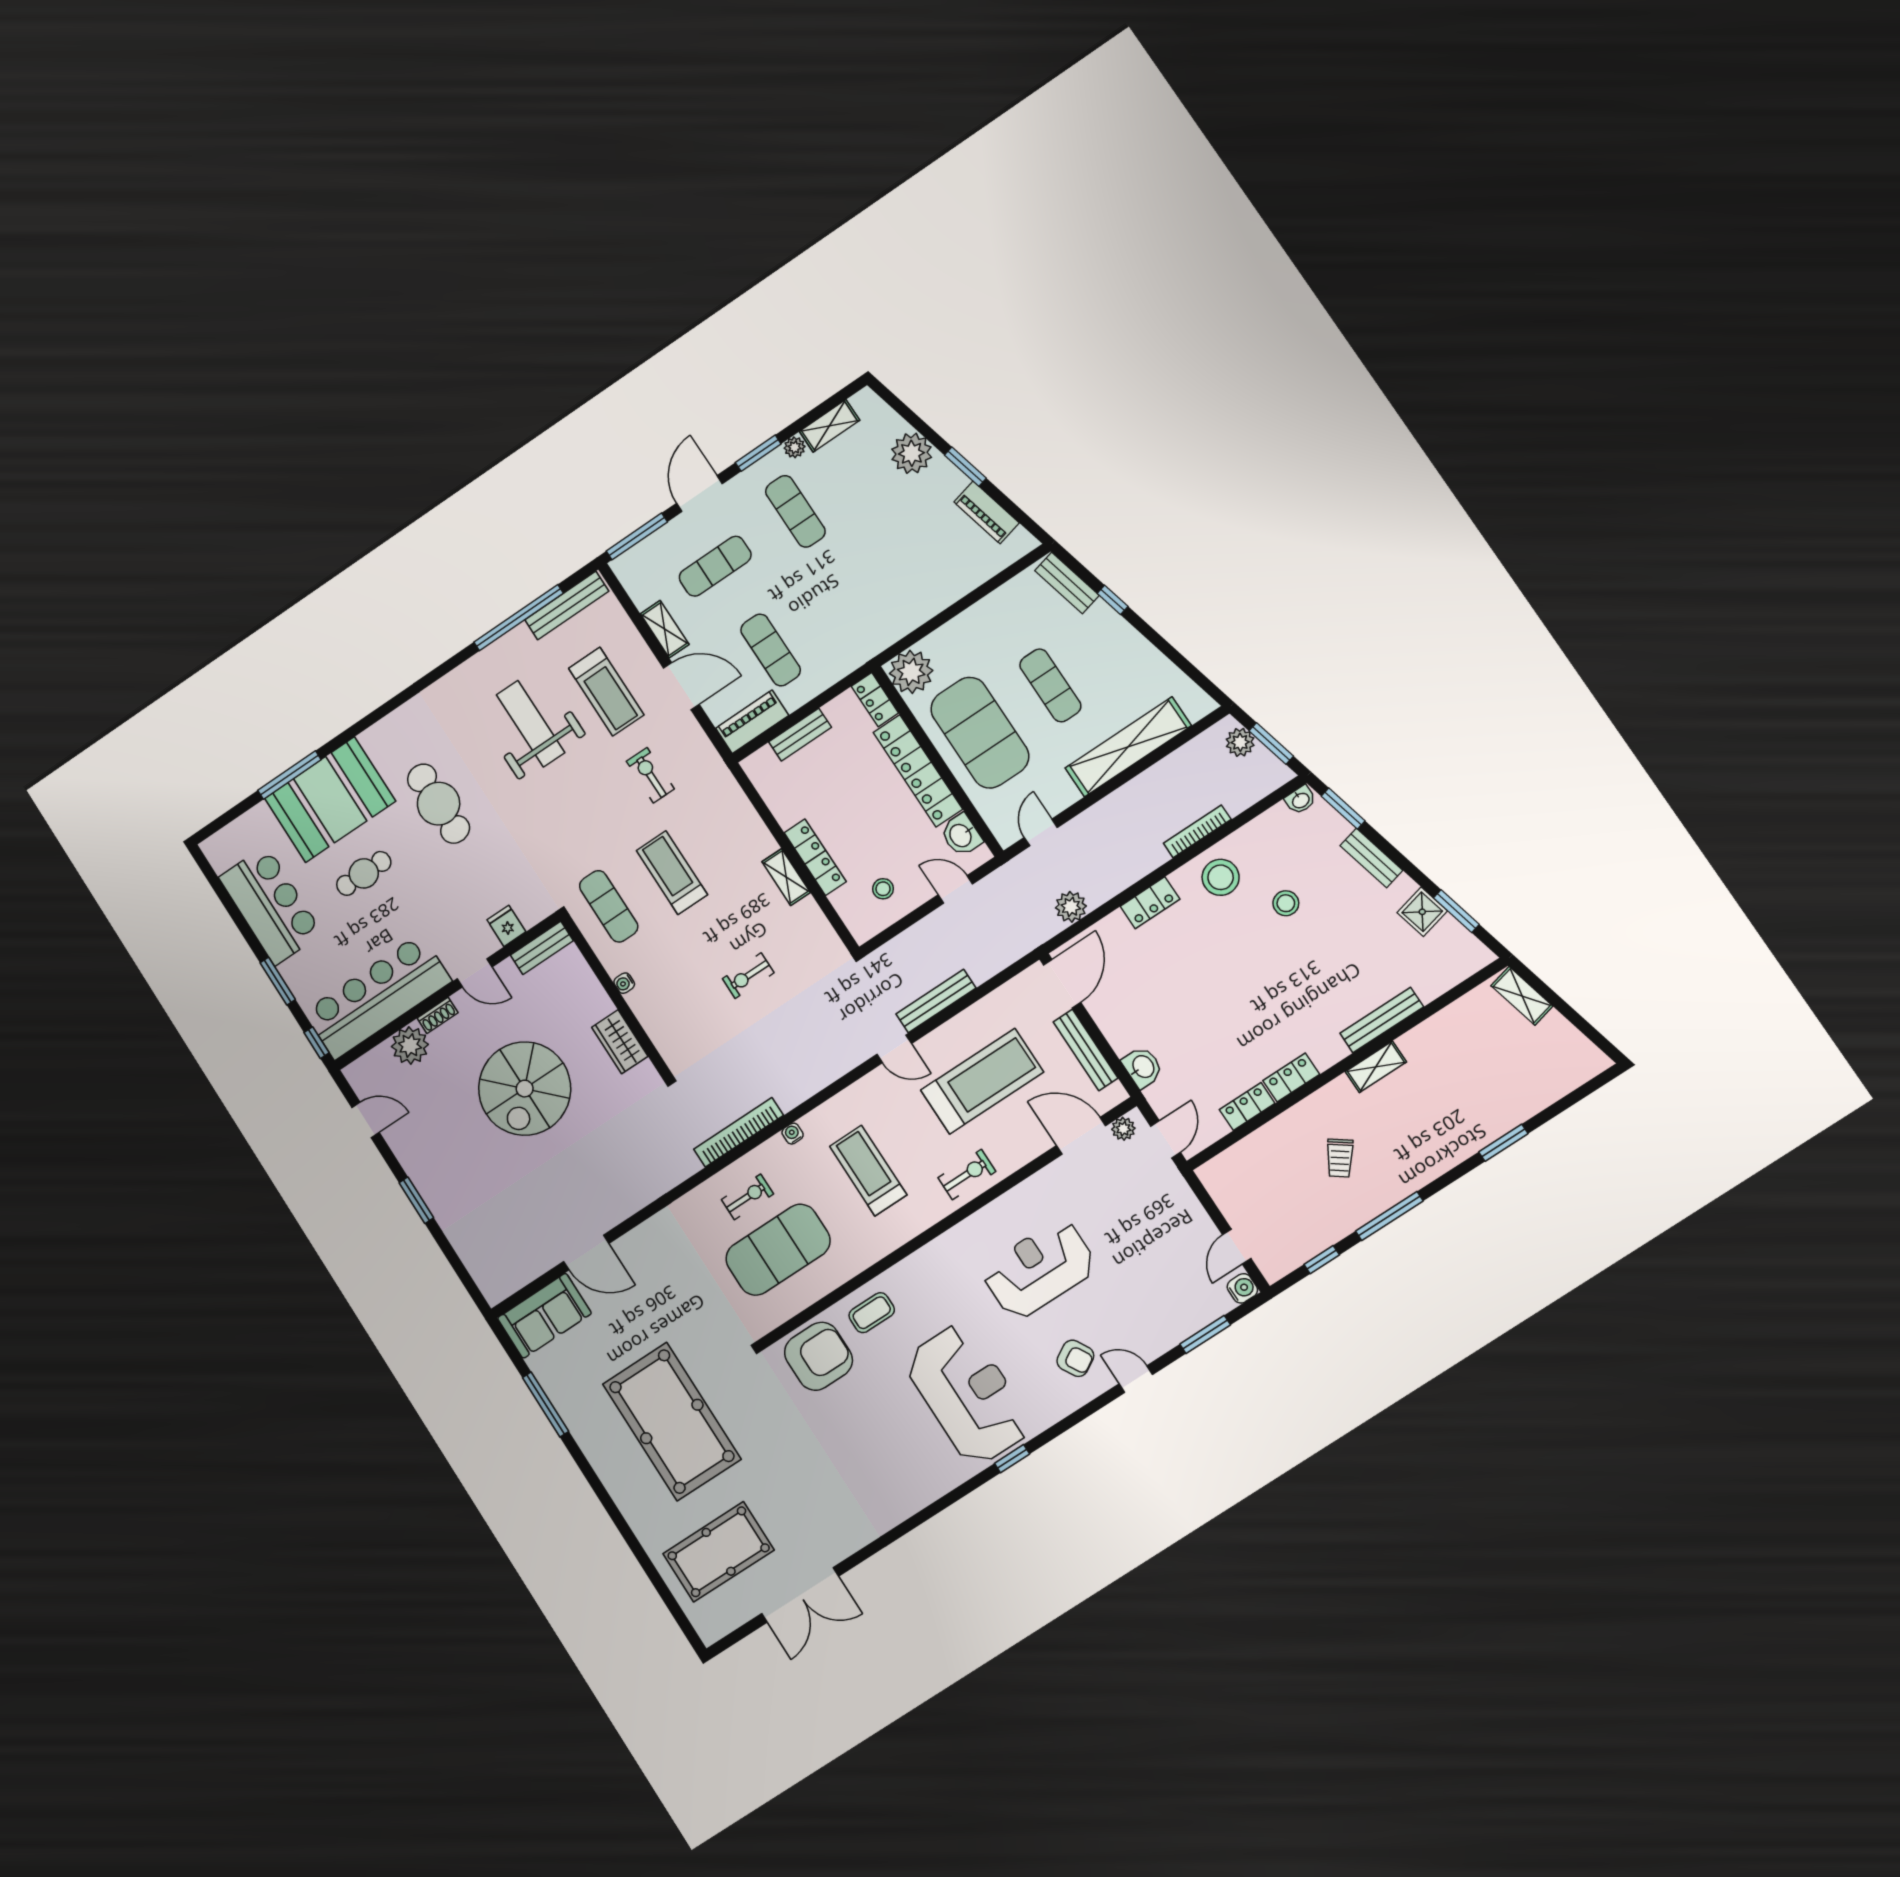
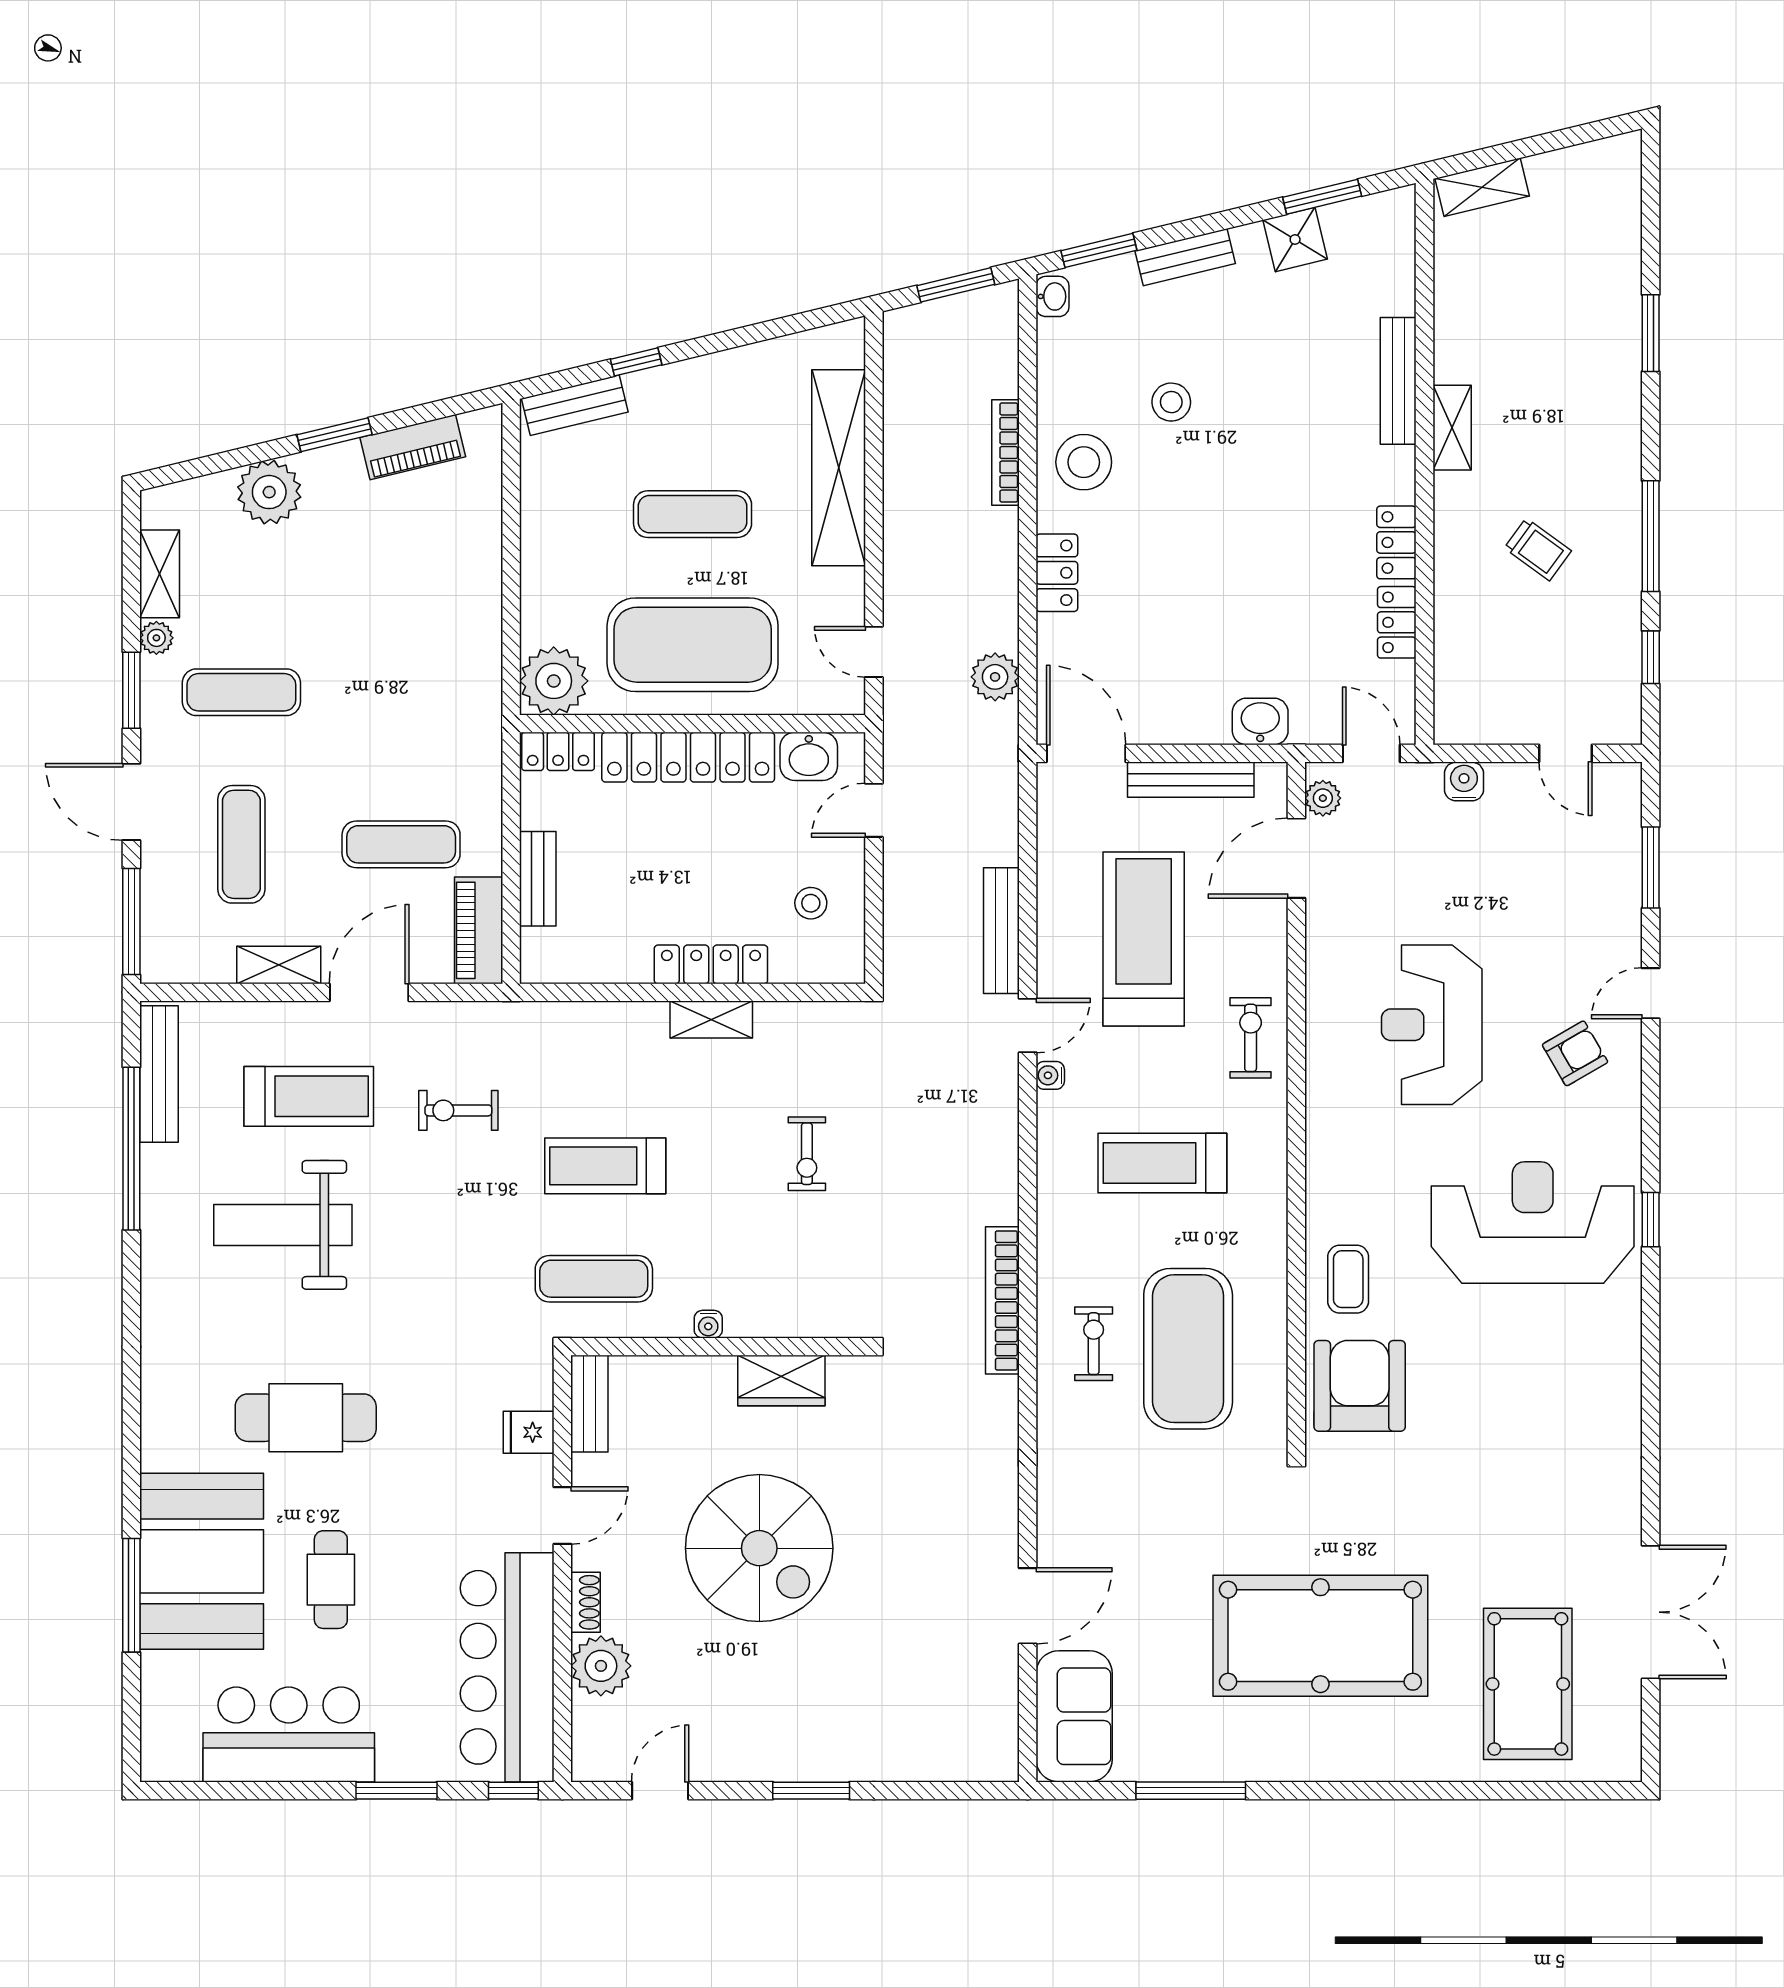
plant: (1240, 742) -> (928, 323), removed
water cooler: (793, 1134) -> (1050, 1075), moved
water cooler: (1242, 1288) -> (1464, 781), moved

